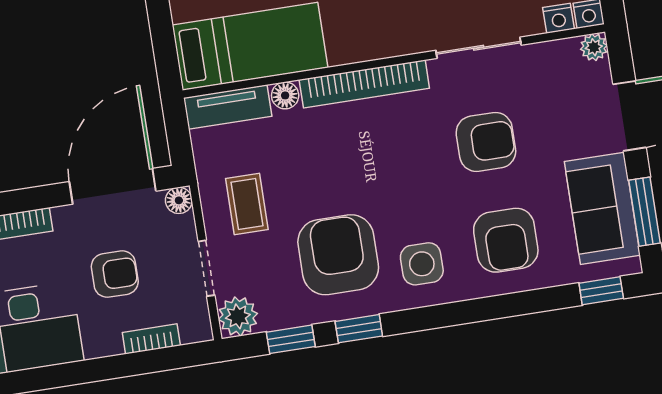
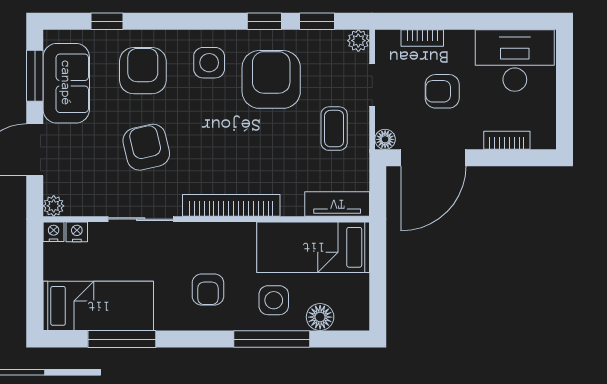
floor lamp: (285, 95) -> (292, 206), removed
armchair: (486, 142) -> (146, 147), turned 77
armchair: (338, 255) -> (271, 79), turned 180
window: (601, 291) -> (107, 21), moved
plant: (238, 316) -> (358, 41), width x0.73, depth x0.73

